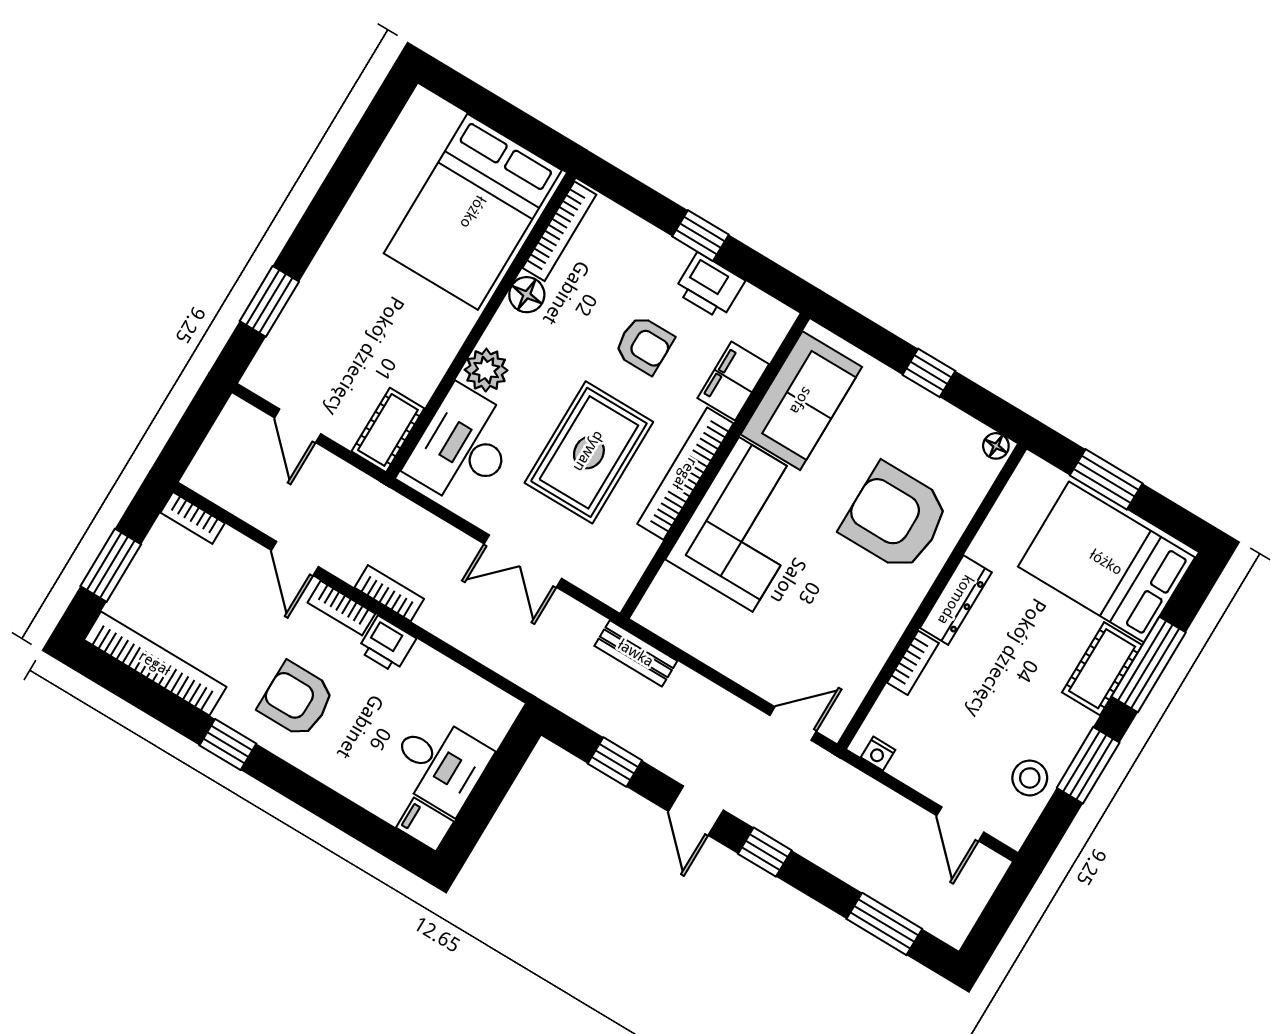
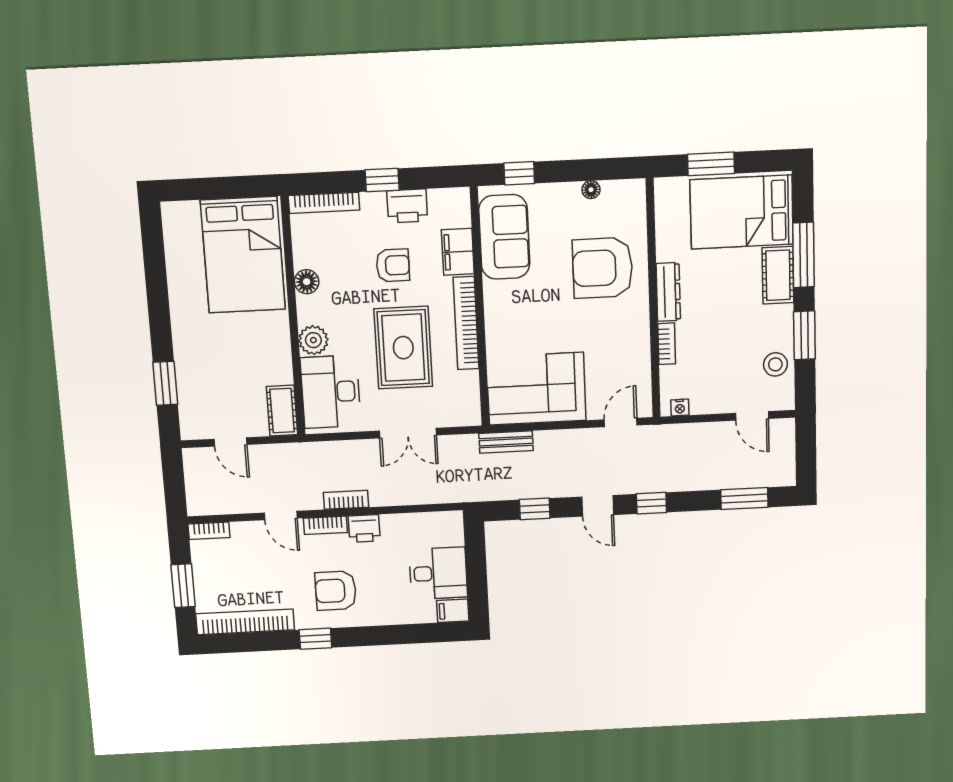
bookcase: (559, 231) -> (324, 203), moved, turned 90
window: (929, 373) -> (519, 173), moved
floor lamp: (996, 446) -> (591, 190), moved
corner sofa: (746, 524) -> (536, 389), moved, turned -90

